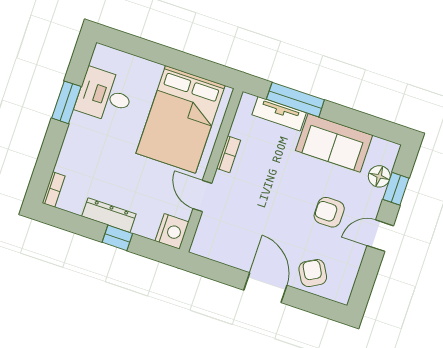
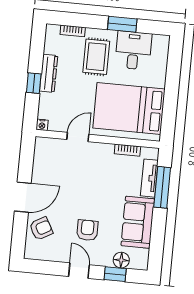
rug: (102, 147) -> (96, 57), added
bookcase: (229, 154) -> (127, 150), moved
bookcase: (54, 189) -> (73, 31), moved
nightstand: (172, 231) -> (42, 125), width x0.53, depth x0.56

